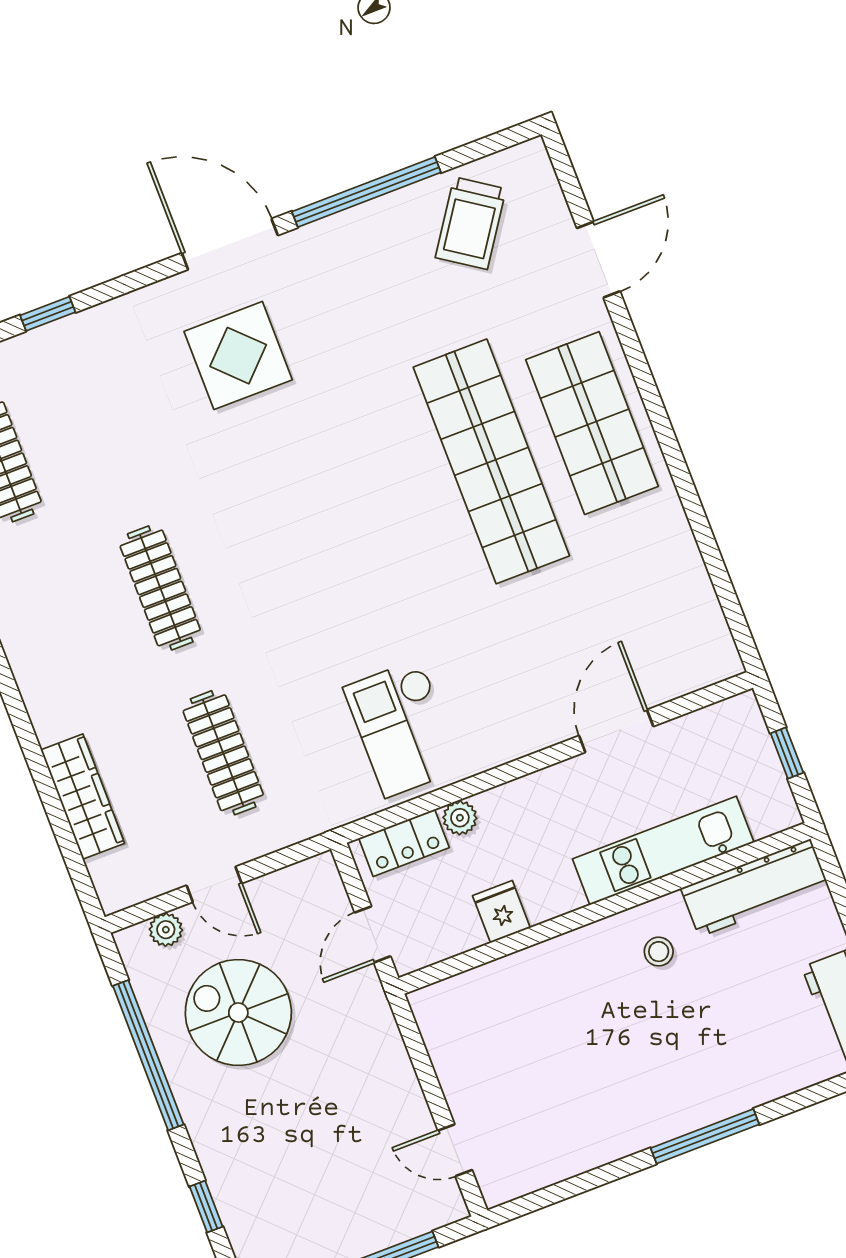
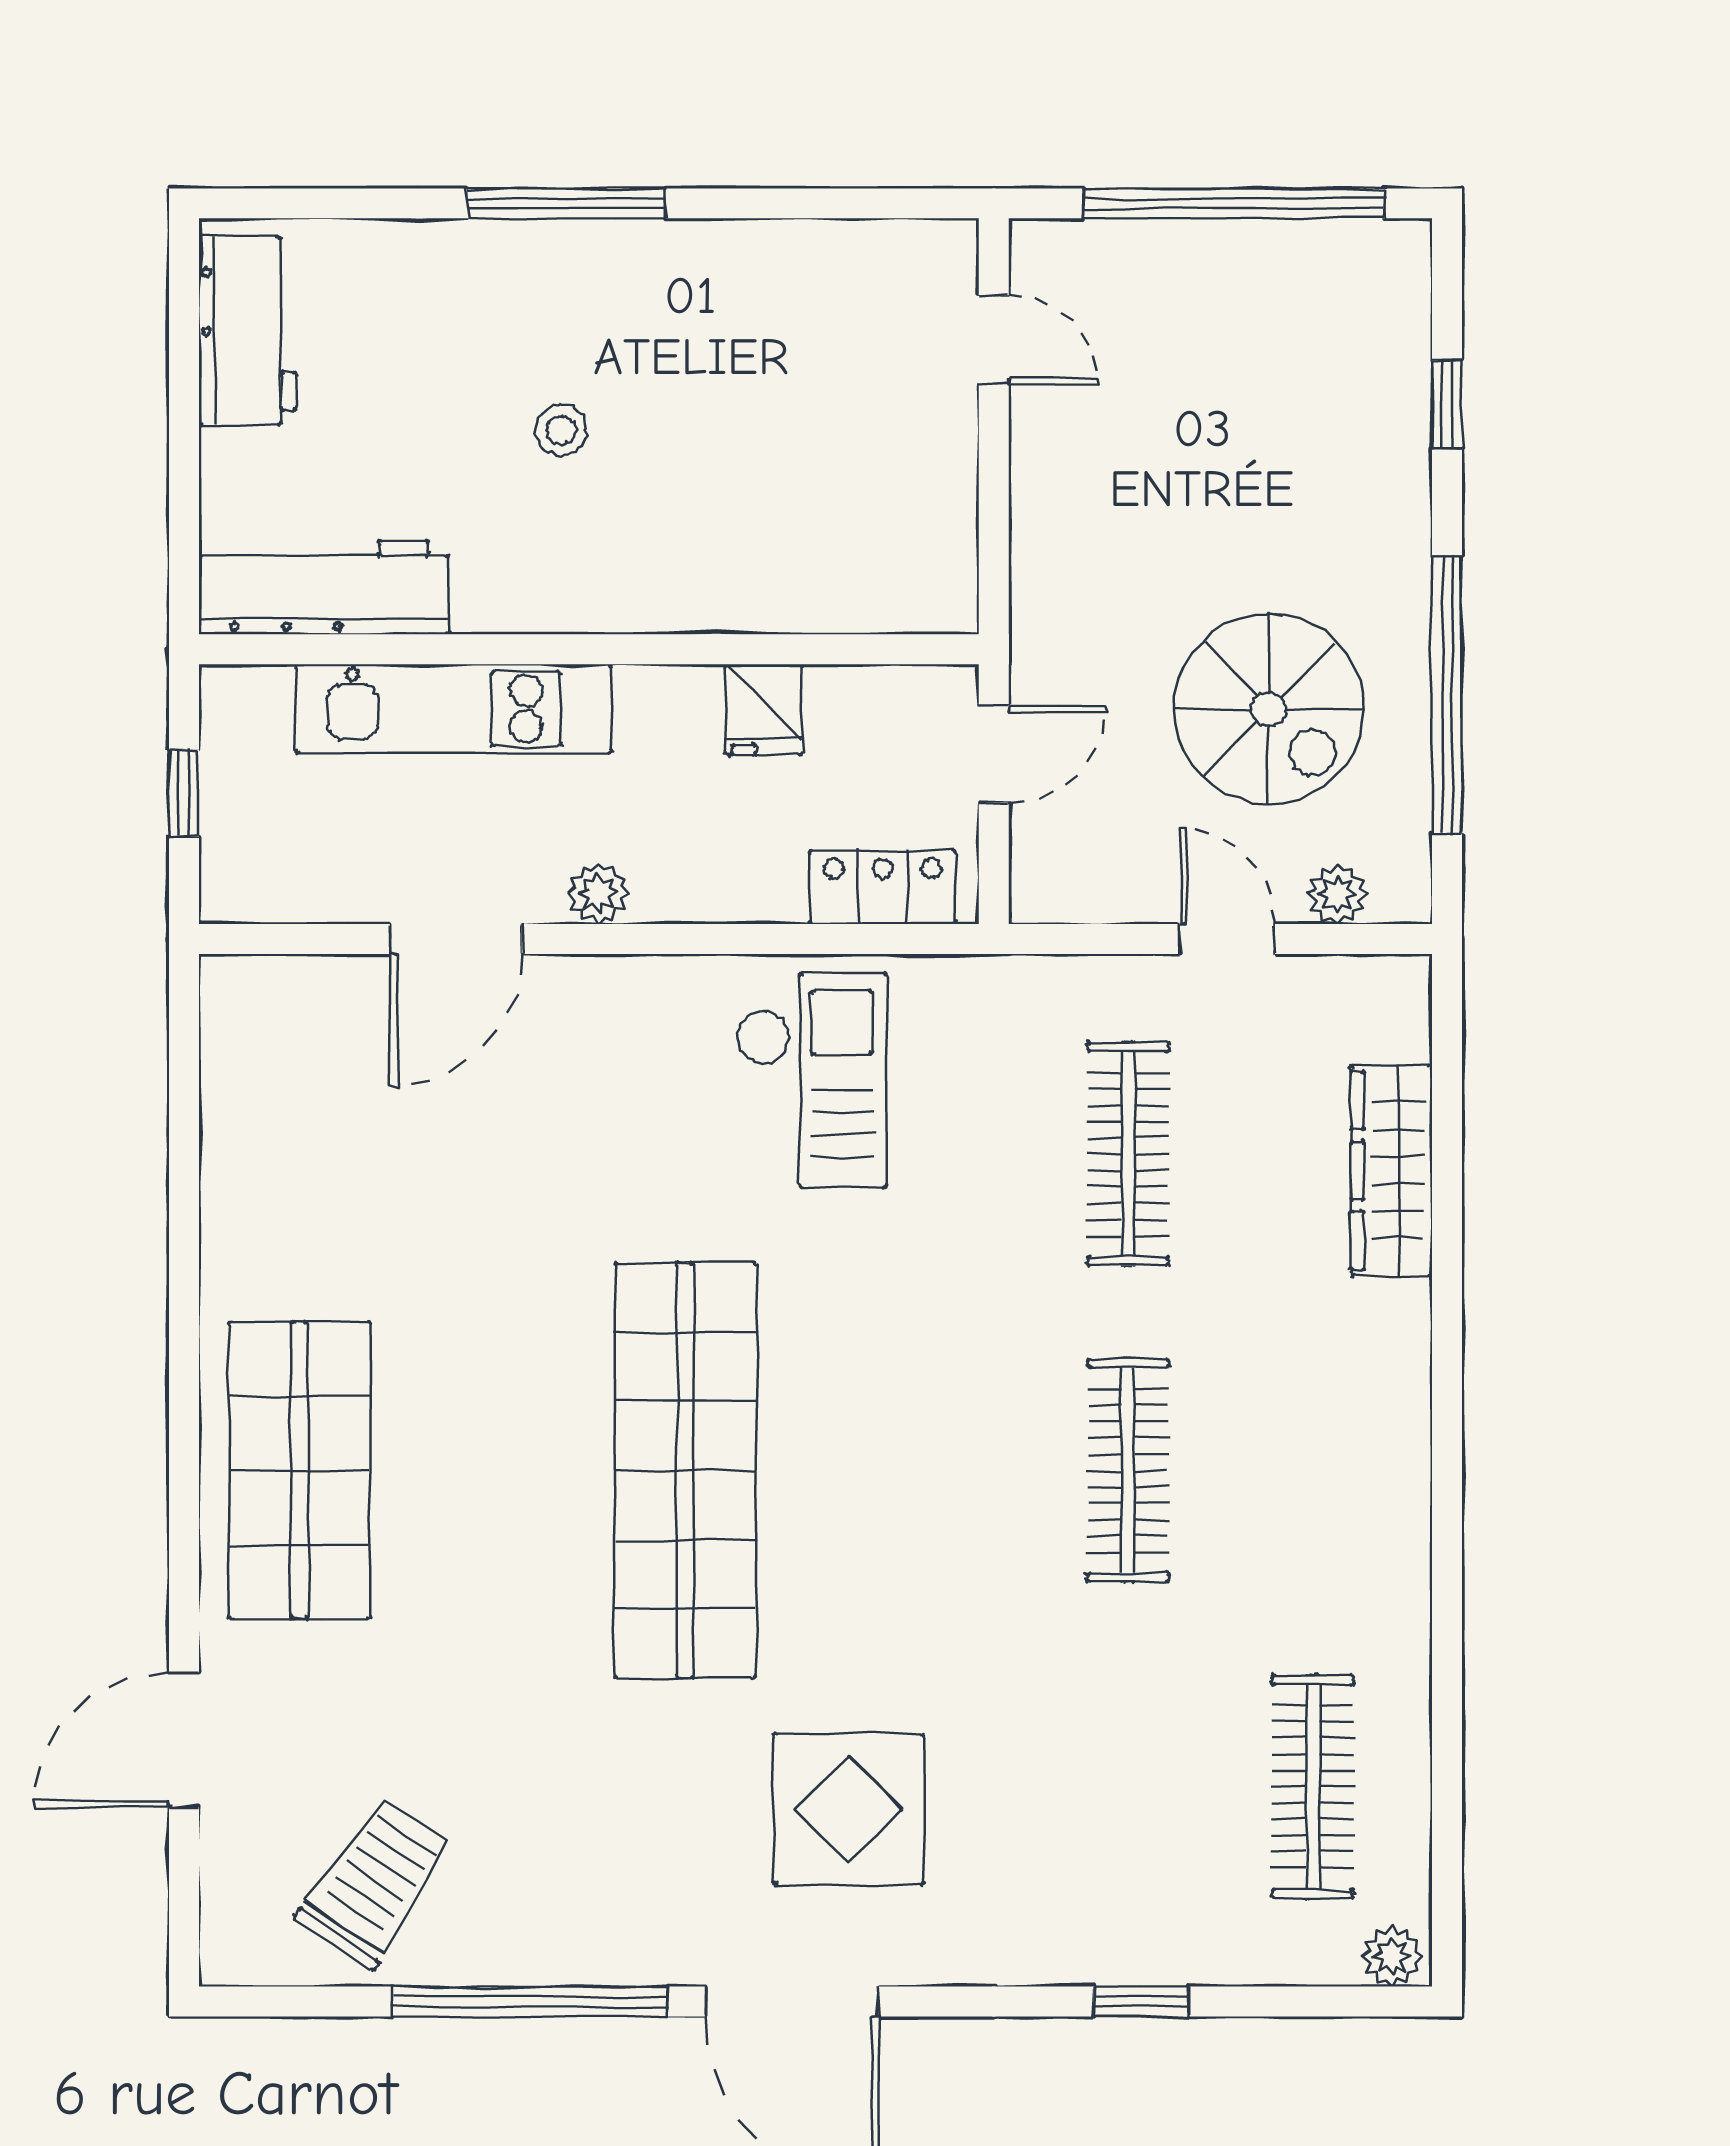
shop shelf: (491, 461) -> (685, 1470), moved
plant: (460, 818) -> (598, 893), moved
stool: (659, 952) -> (561, 430), moved

